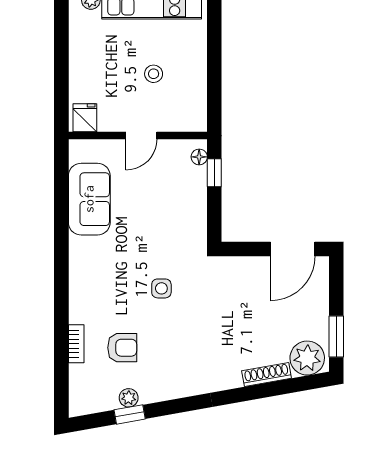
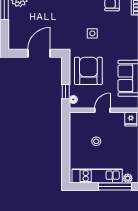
armchair: (169, 214) -> (88, 71), added
door: (293, 249) -> (39, 53), moved

